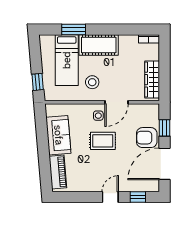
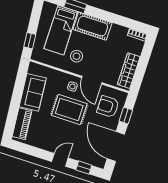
door: (117, 102) -> (92, 80), hinge flipped
armchair: (147, 138) -> (108, 107), moved
rug: (103, 141) -> (69, 109), width x1.36, depth x1.43
door: (165, 164) -> (116, 146), hinge flipped

